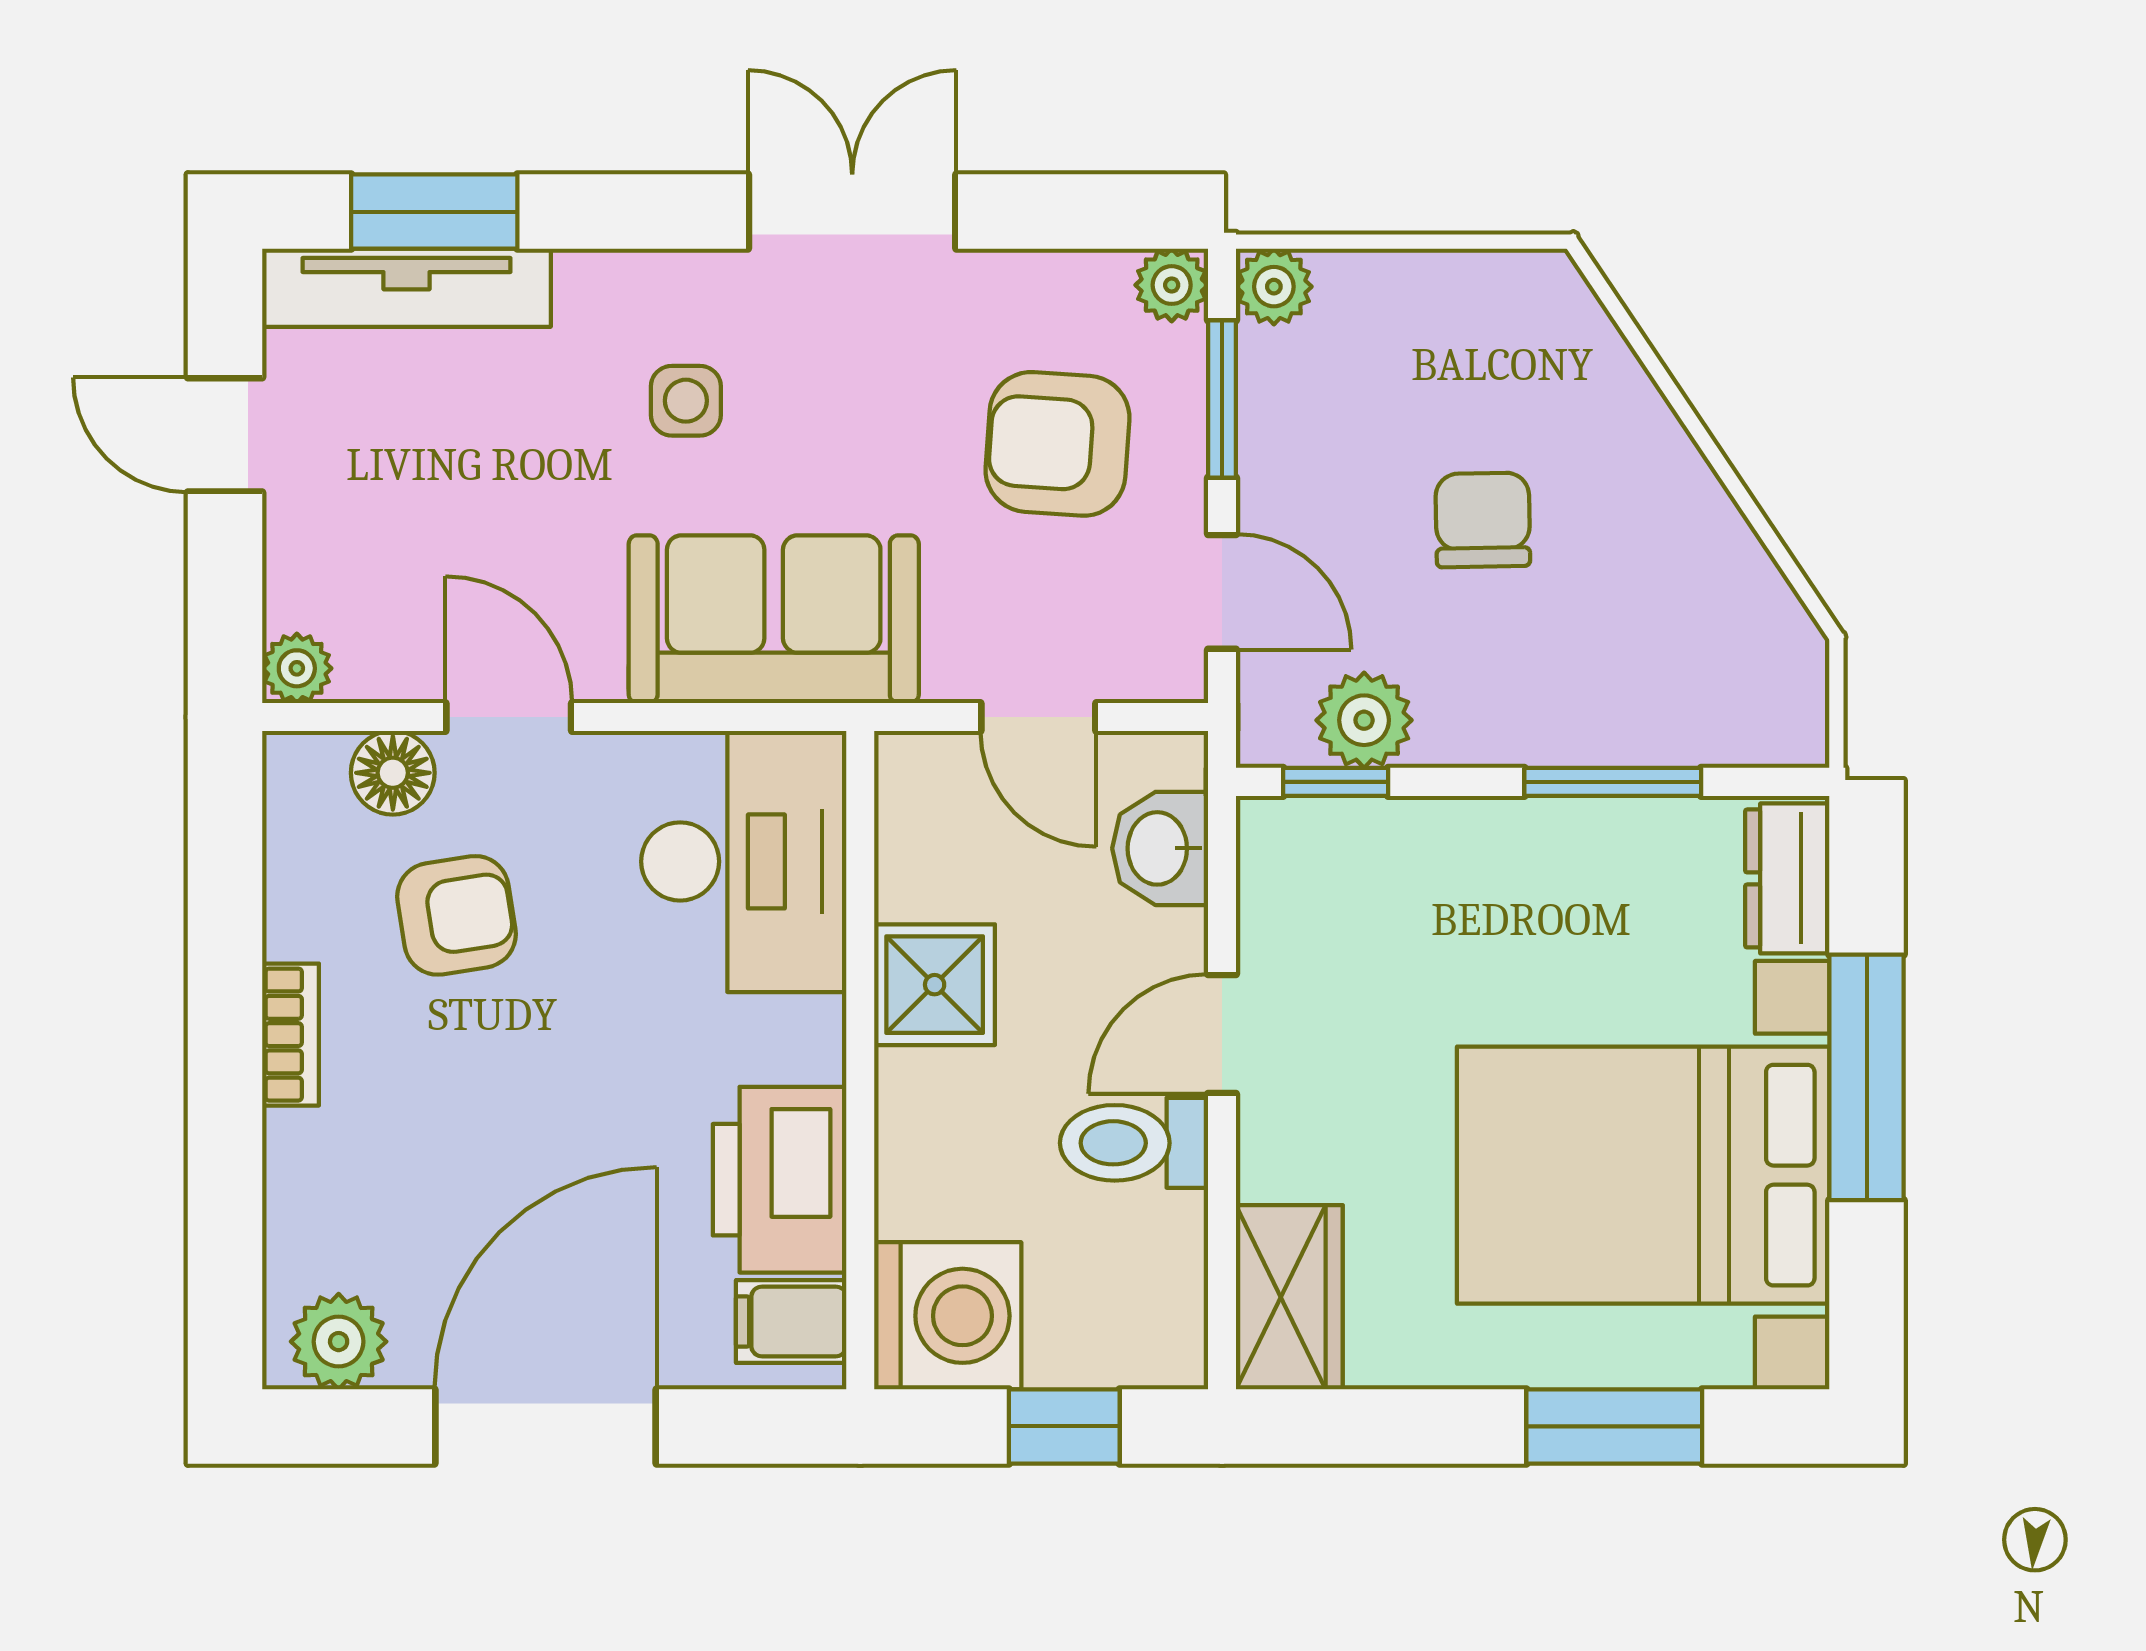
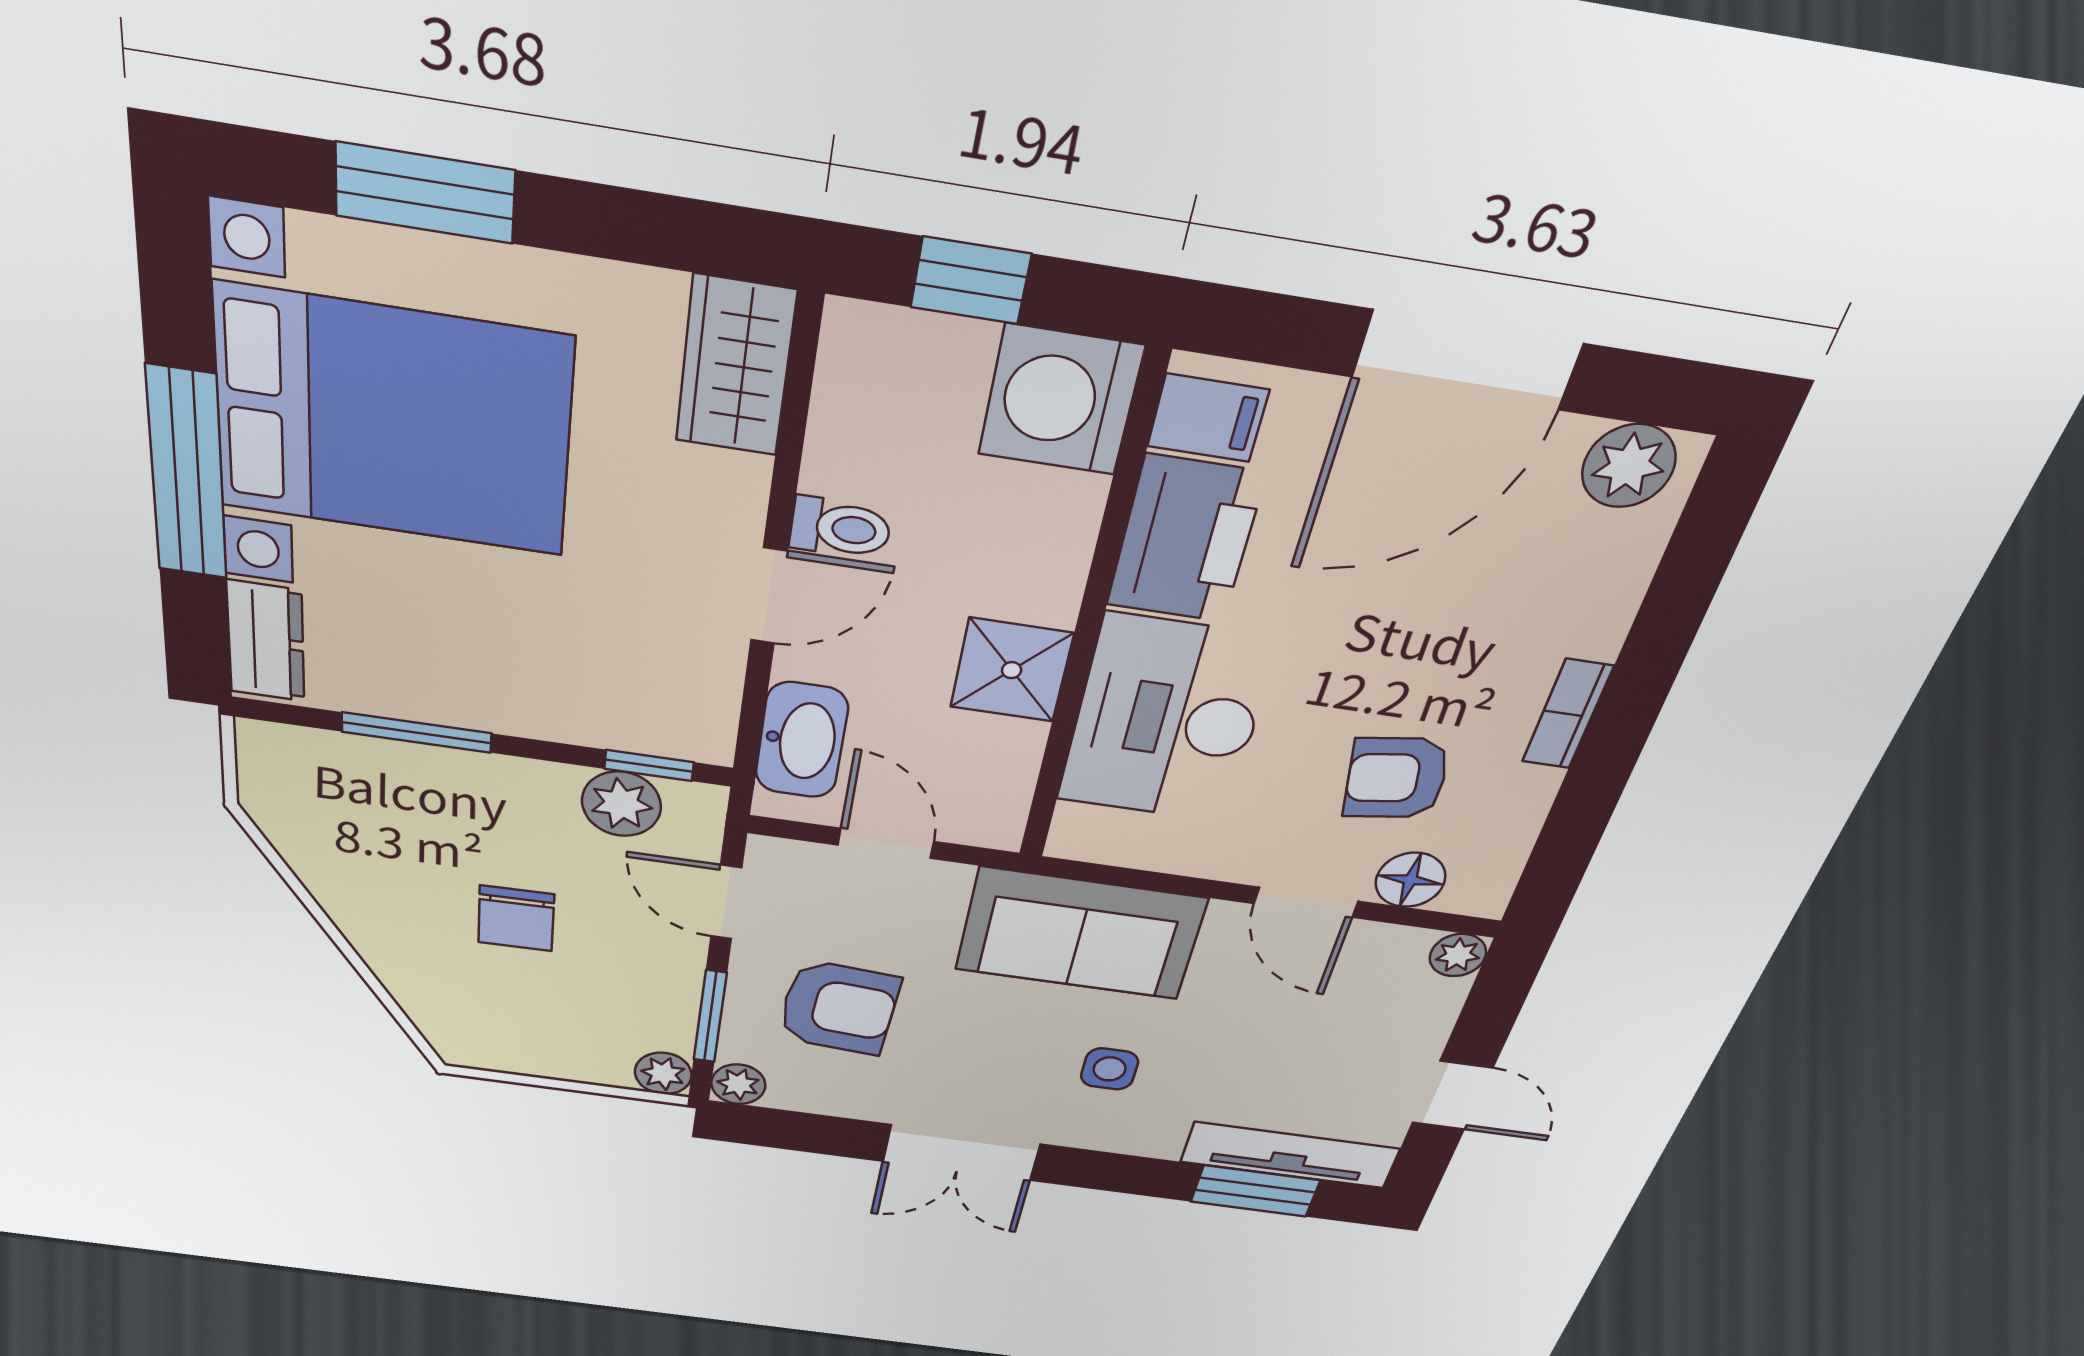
washbasin: (1160, 848) -> (802, 740), width x1.38
desk: (744, 861) -> (1166, 720), moved
toilet: (1134, 1143) -> (840, 528), width x0.73, depth x0.72

